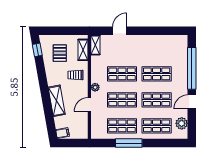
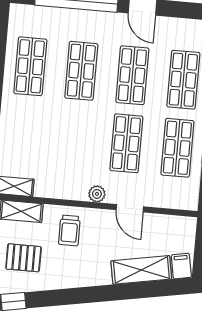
shop shelf: (122, 74) -> (30, 66), moved
shelving: (57, 101) -> (141, 270), moved
plant: (182, 123) -> (183, 30), removed

